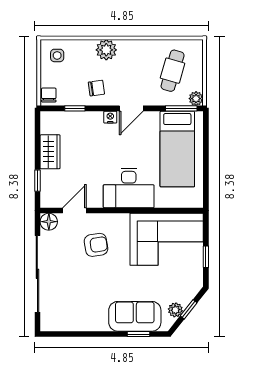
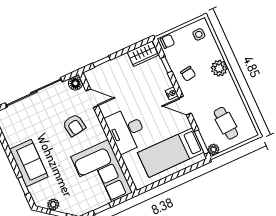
cafe table: (173, 71) -> (226, 123), turned 70
wardrobe: (50, 152) -> (143, 54), moved
sofa: (135, 316) -> (29, 163), moved

